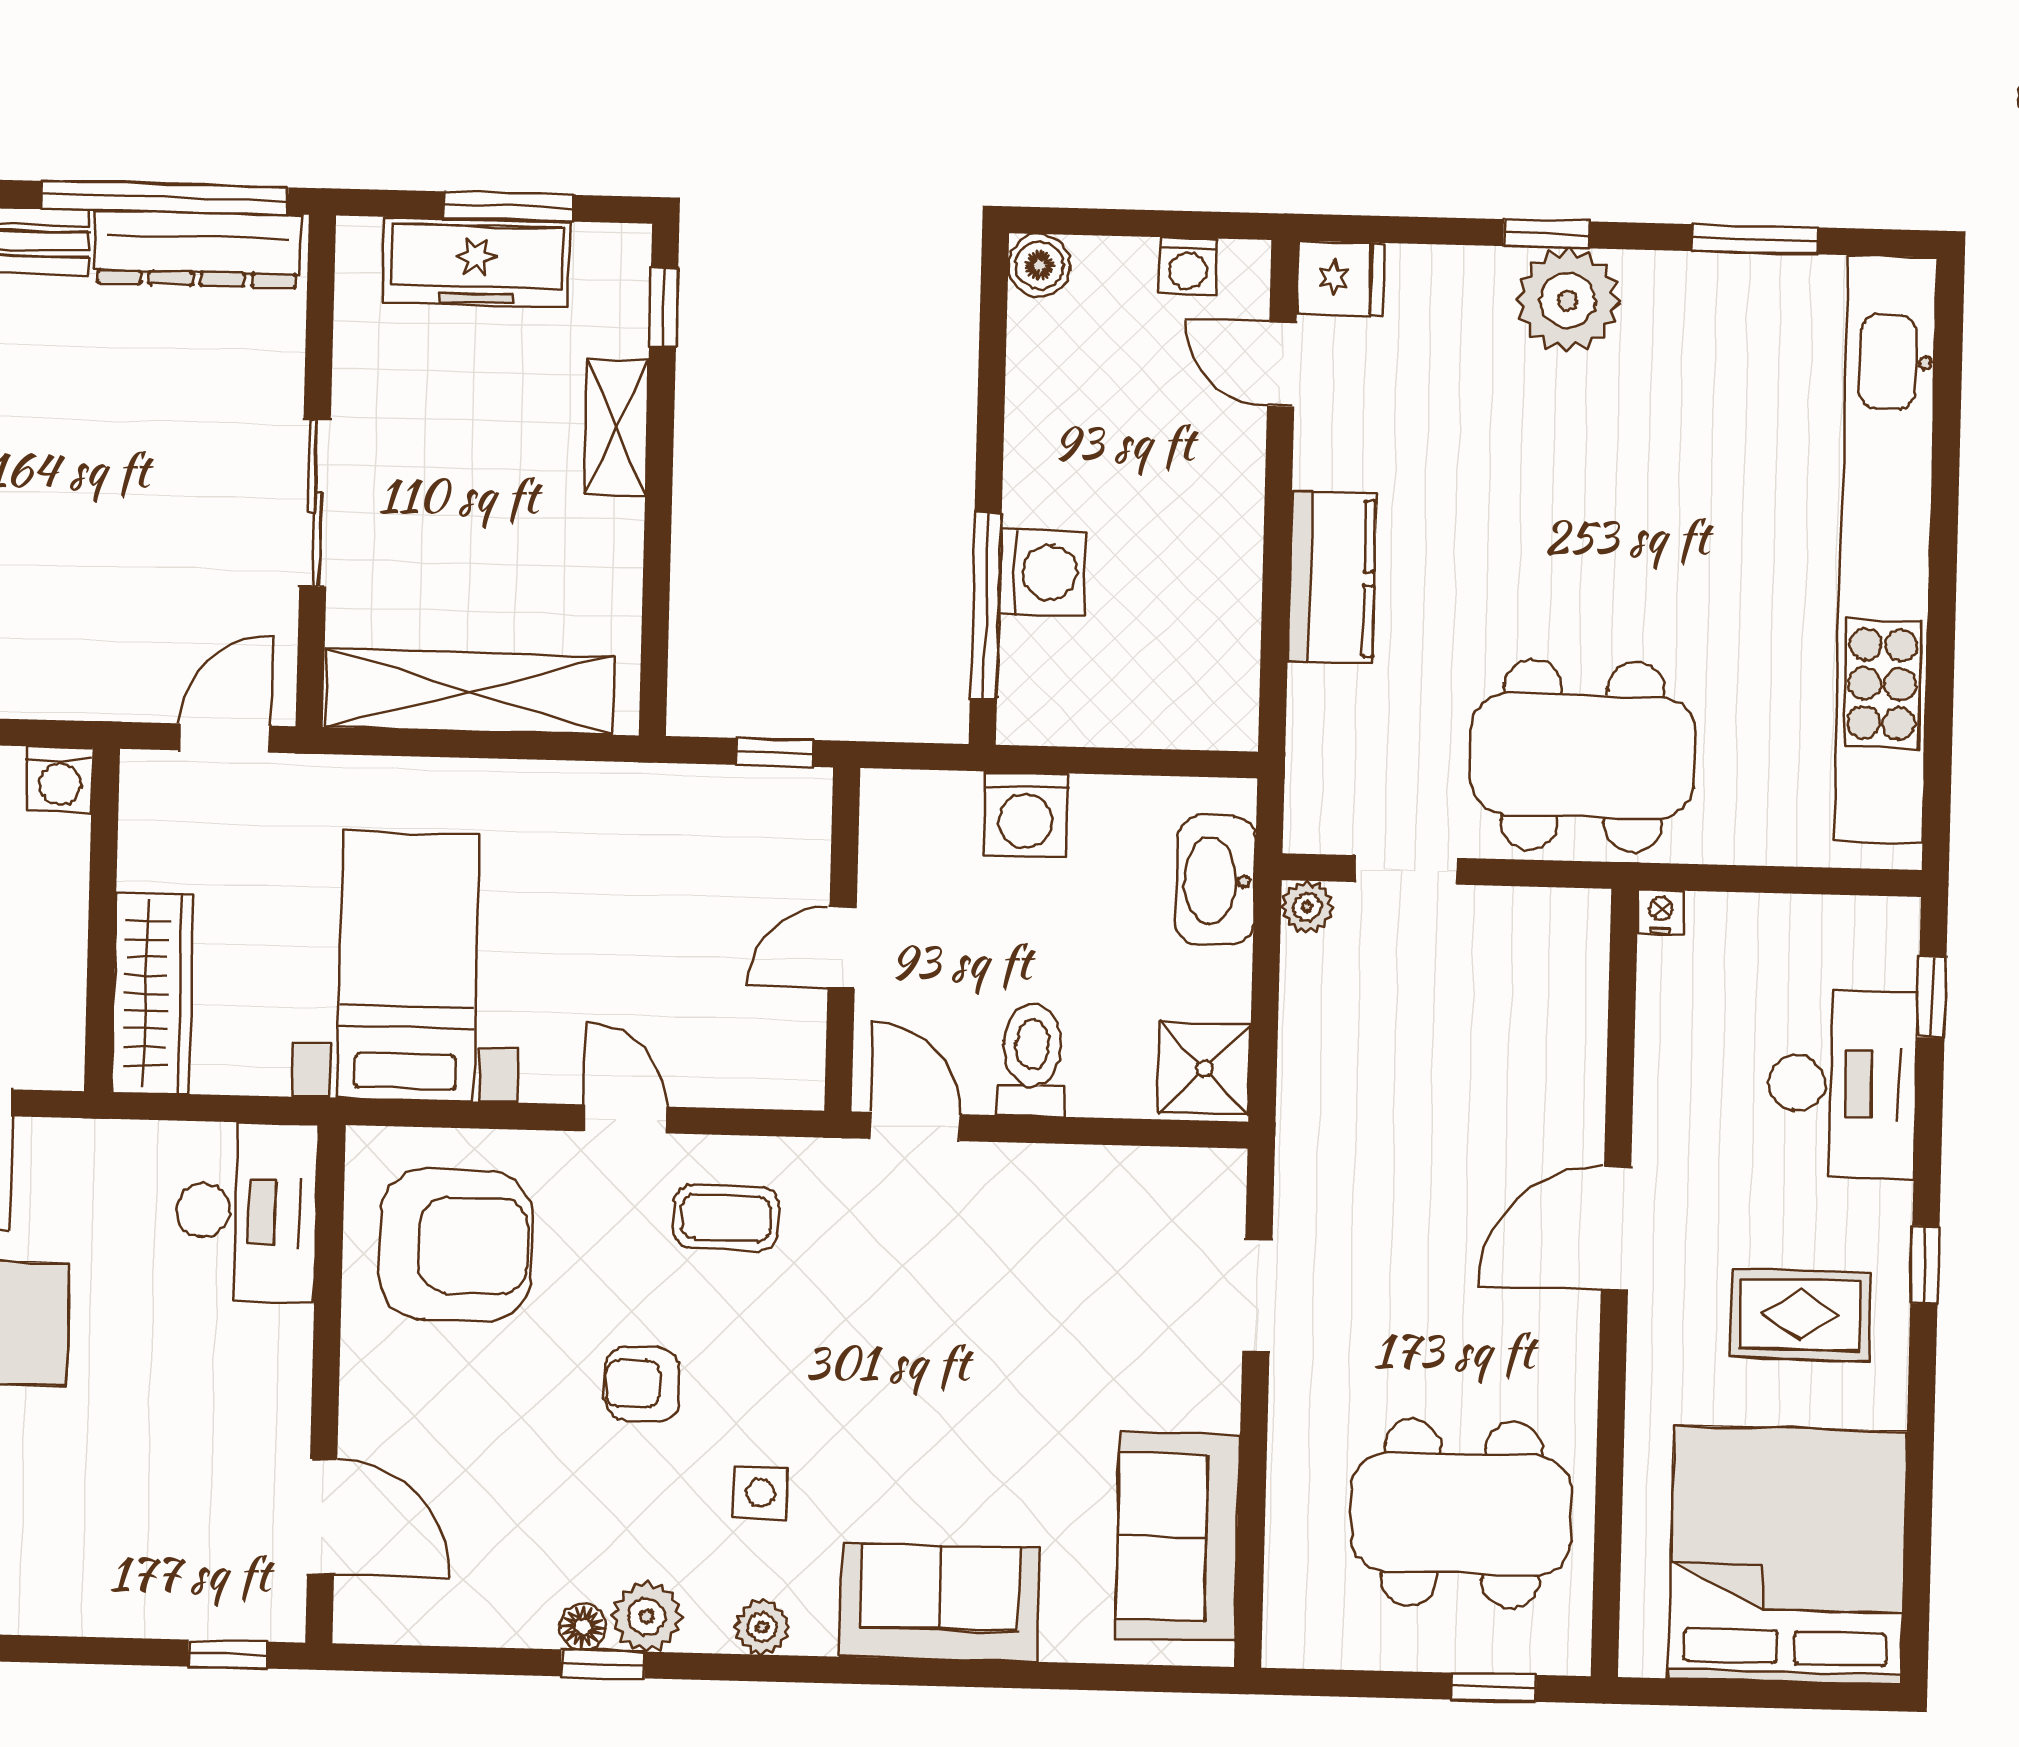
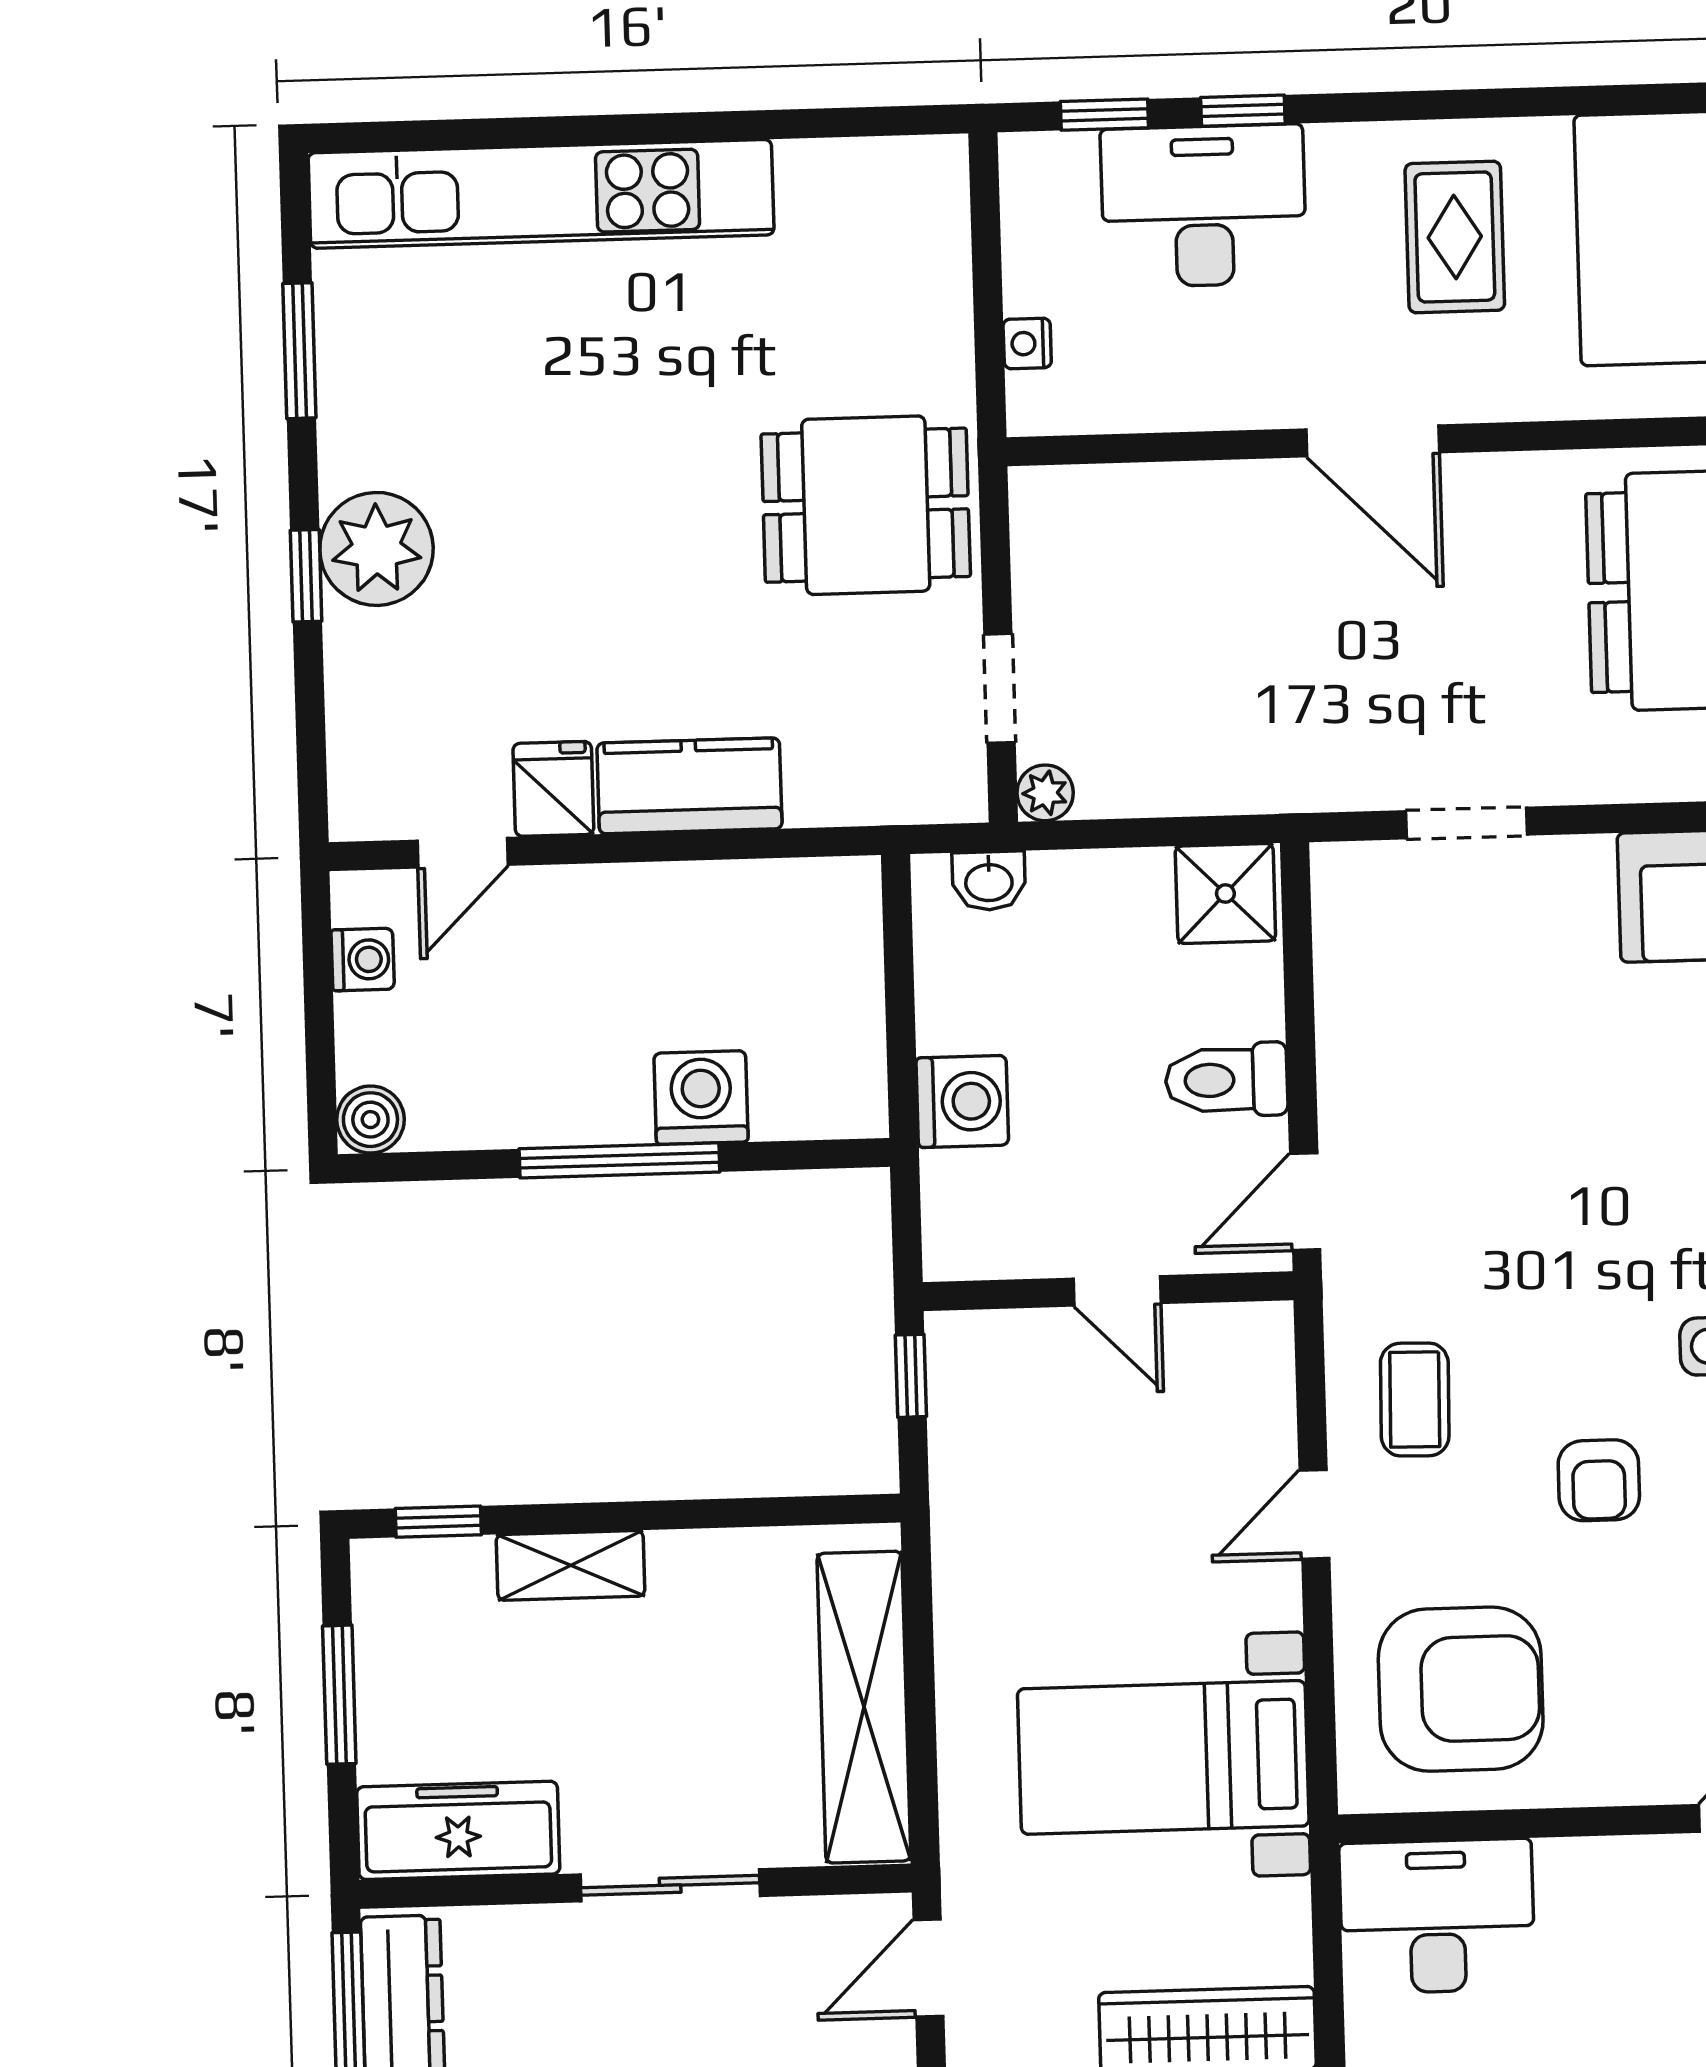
freezer: (476, 262) -> (458, 1830), moved, turned -90
fridge: (1341, 278) -> (553, 789), moved
kitchen unit: (1886, 549) -> (541, 194), width x0.73
window: (986, 606) -> (619, 1160), moved
door: (225, 738) -> (928, 1968), hinge flipped
dining table: (1583, 756) -> (866, 505), width x0.73
washbasin: (1216, 880) -> (989, 881), width x0.52, depth x0.69
nightstand: (1661, 912) -> (1027, 343), moved
armchair: (456, 1245) -> (1461, 1689), turned 90
window: (1925, 1265) -> (1243, 111), moved

